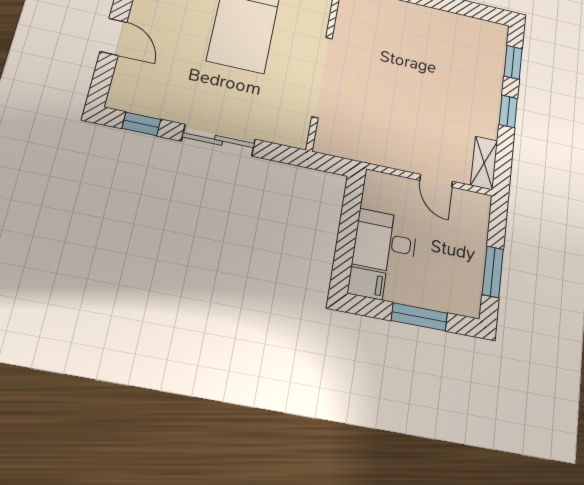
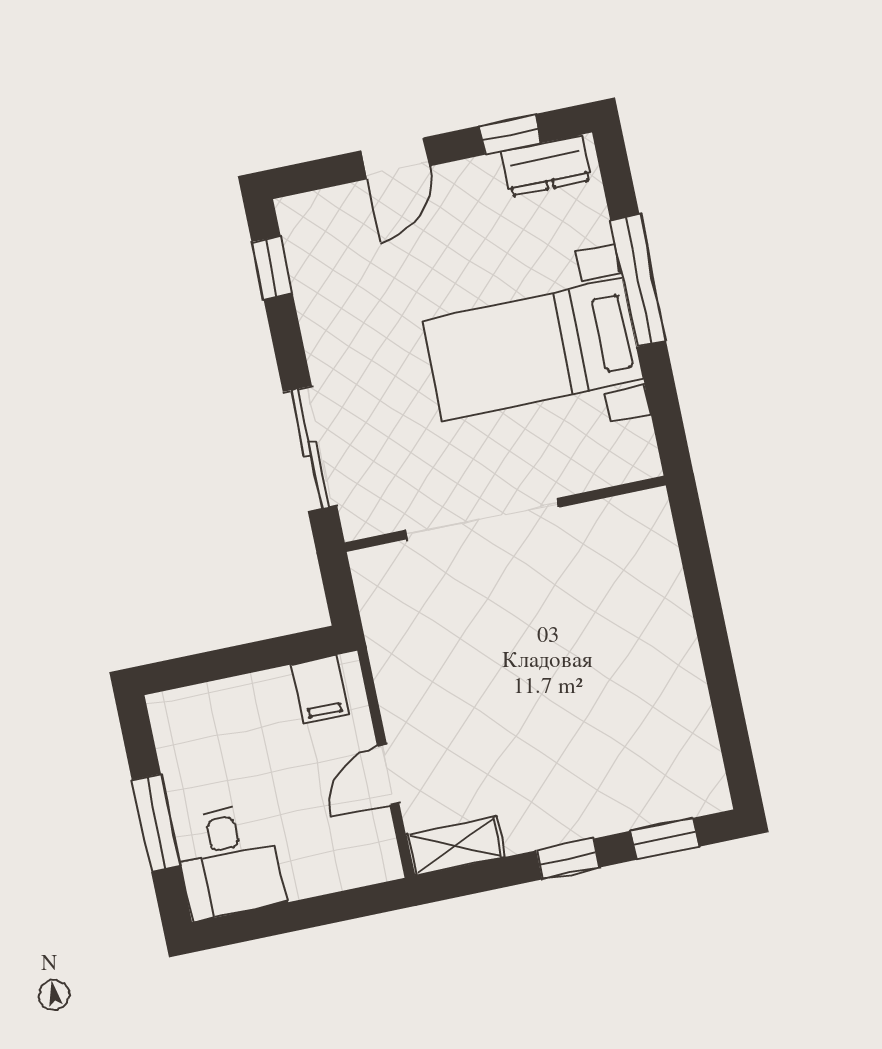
sliding door: (219, 140) -> (310, 449), moved
desk: (385, 242) -> (229, 861), moved, turned 180
window: (493, 272) -> (277, 920), removed
filing cabinet: (367, 283) -> (320, 690), moved

